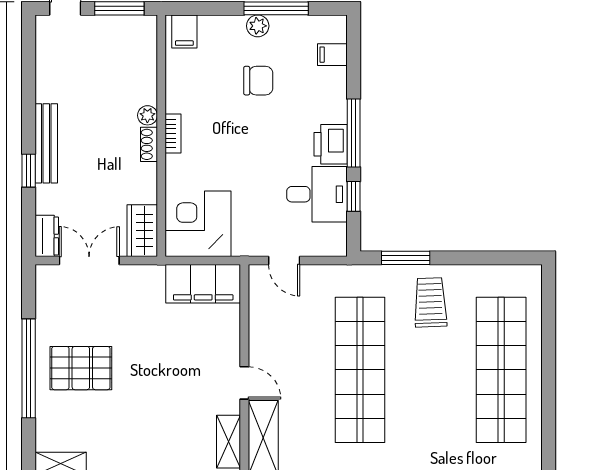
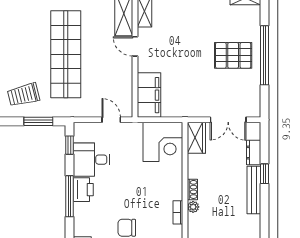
bookcase: (173, 133) -> (178, 212), moved
window: (354, 196) -> (70, 145), moved
dresser: (47, 236) -> (254, 153), moved
filing cabinet: (203, 284) -> (149, 95), moved, turned 90
trolley: (430, 302) -> (24, 95), turned 78

